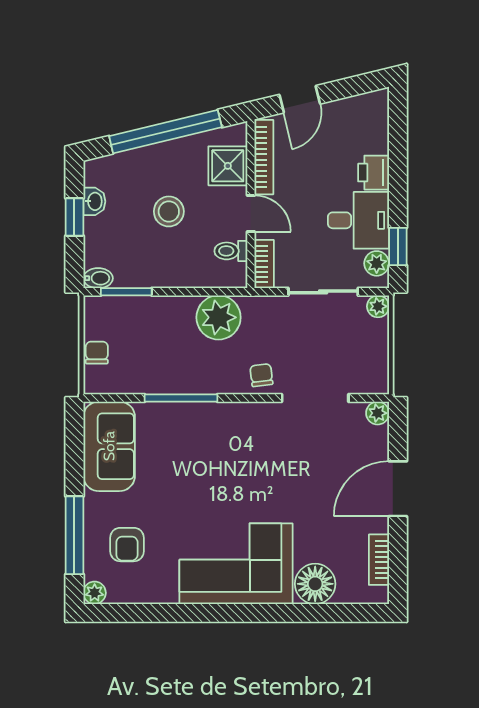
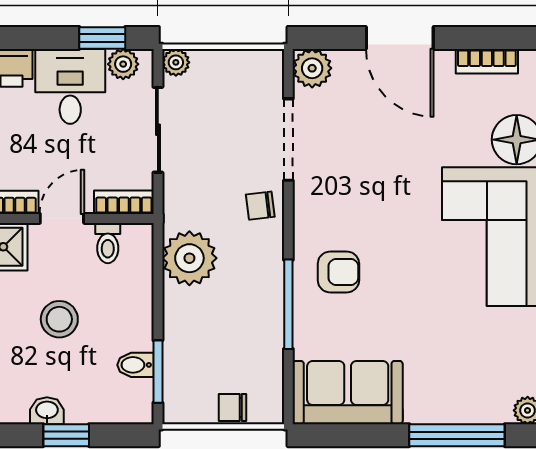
bidet: (98, 278) -> (135, 365), moved, turned -90
plant: (378, 413) -> (312, 68), width x1.38, depth x1.38
armchair: (127, 545) -> (338, 272), moved

